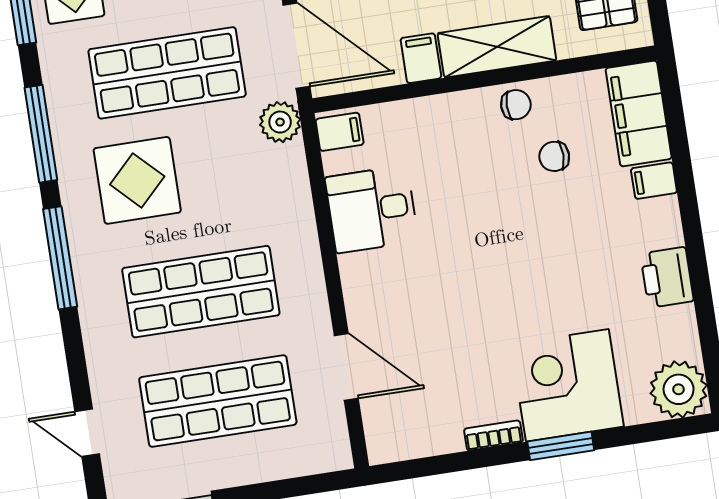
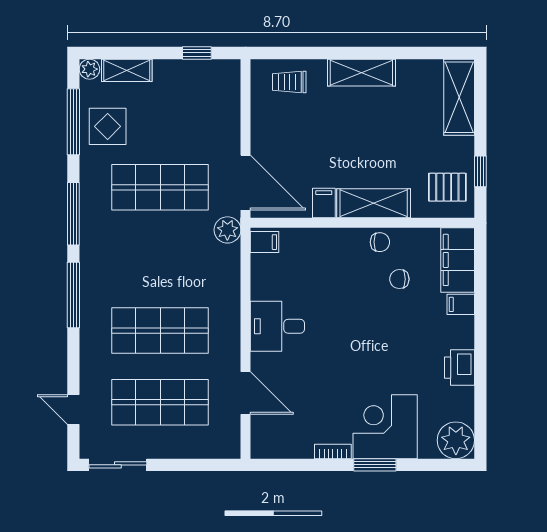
display table: (137, 180) -> (130, 253), removed
desk: (372, 209) -> (277, 326), moved

